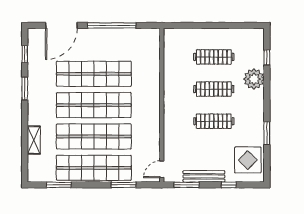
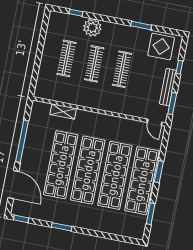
window: (25, 54) -> (21, 219), moved
shelving: (34, 140) -> (63, 111), moved
window: (124, 185) -> (159, 172), moved

